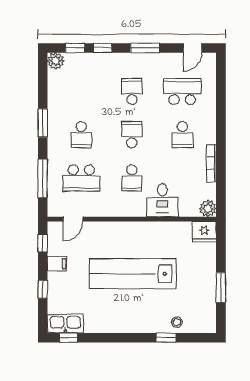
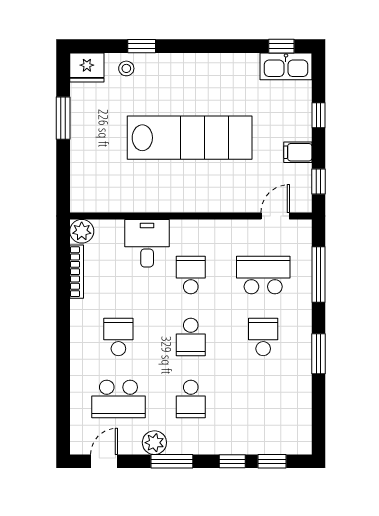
plant: (56, 61) -> (154, 443), moved
bookcase: (211, 163) -> (77, 272), moved
fridge: (204, 232) -> (87, 67), moved, turned 180

